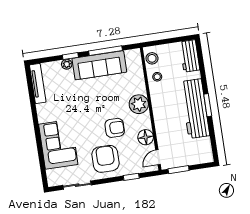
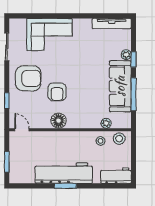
plant: (139, 104) -> (106, 123), moved, width x0.53, depth x0.53
floor lamp: (146, 137) -> (59, 121), moved
window: (179, 170) -> (7, 162), moved

